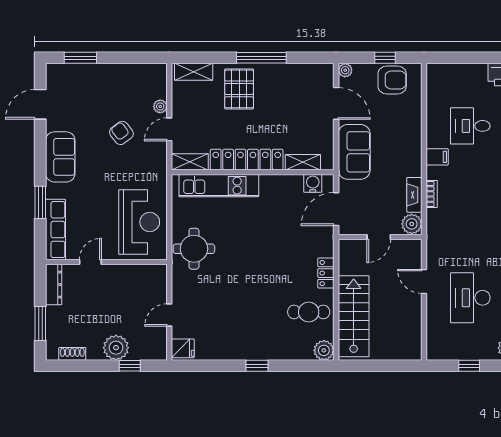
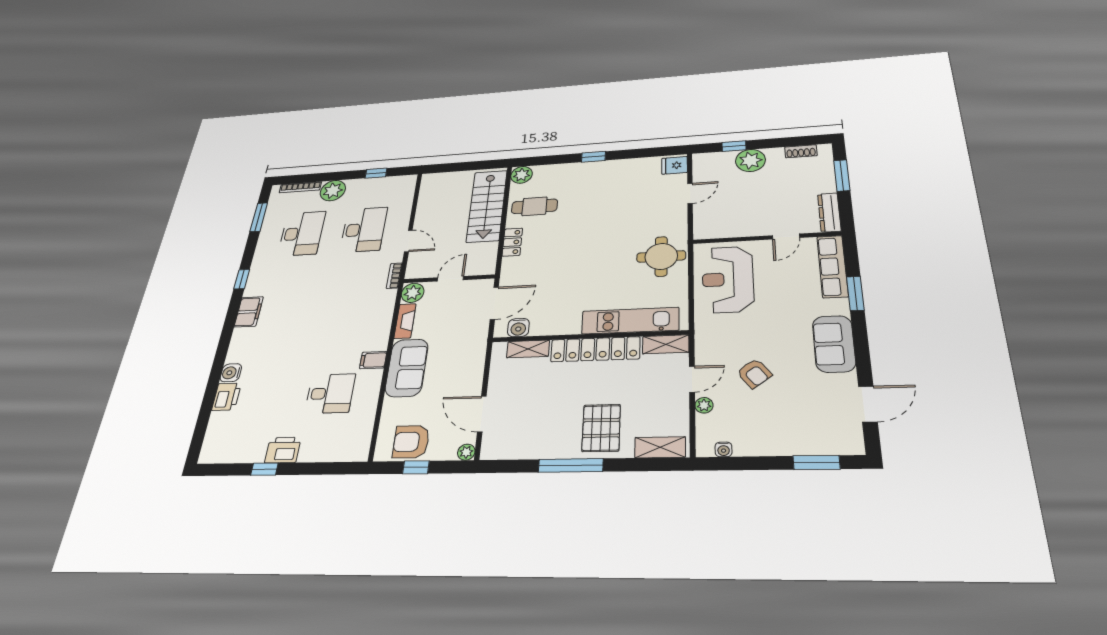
water cooler: (146, 69) -> (724, 449), added
sofa: (354, 152) -> (407, 368), moved, turned 180
bookcase: (432, 194) -> (394, 276), moved

